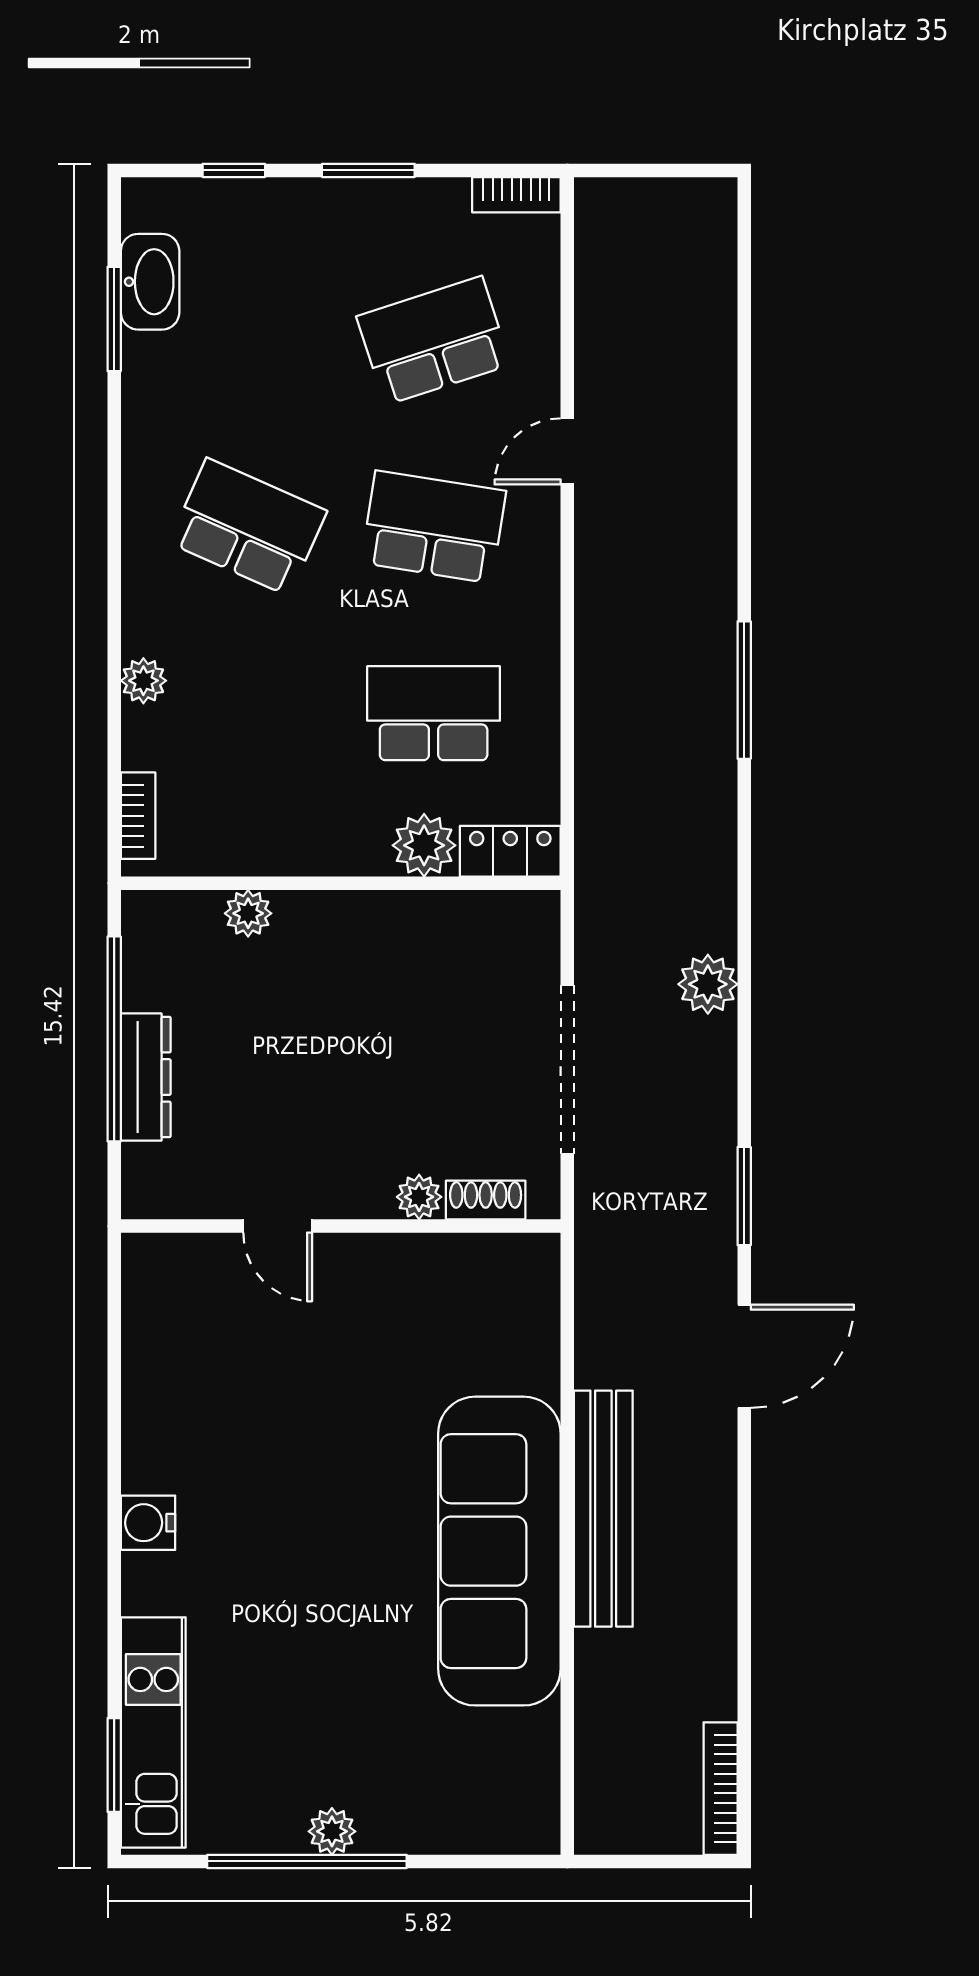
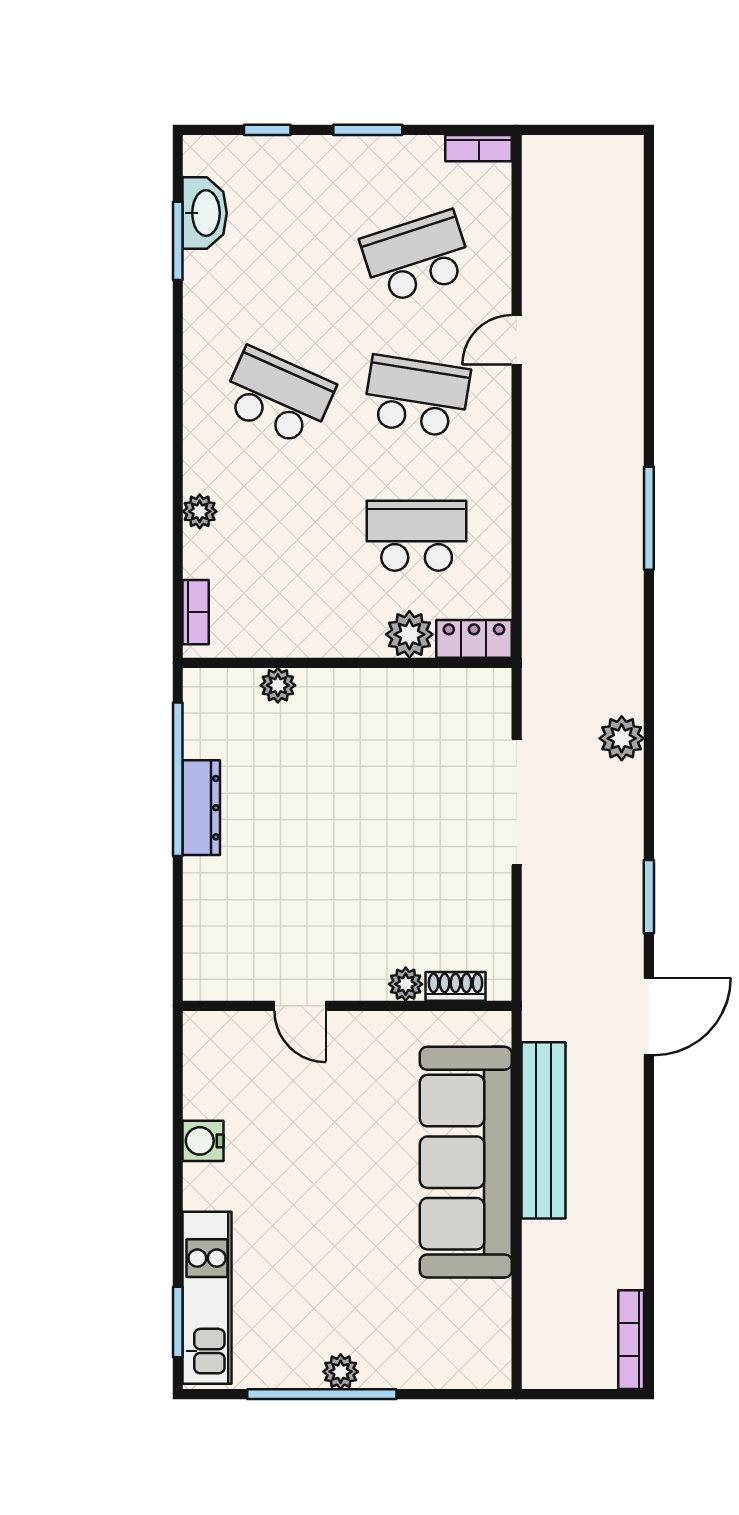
plant: (419, 1197) -> (406, 984), moved
shoe rack: (486, 1200) -> (455, 986), moved
door: (278, 1226) -> (300, 1006), moved
wall: (341, 1226) -> (347, 1006), moved

